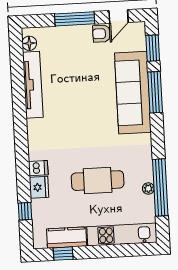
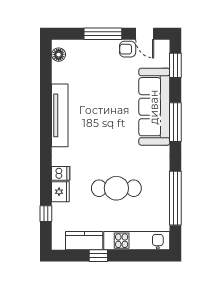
door: (119, 16) -> (145, 34), hinge flipped
tv unit: (33, 85) -> (60, 115), moved
window: (155, 92) -> (175, 122), moved
plant: (148, 188) -> (164, 198), removed
window: (63, 254) -> (98, 256), moved

